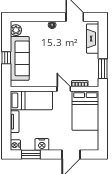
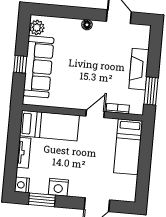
fireplace: (93, 39) -> (139, 69), moved
door: (64, 89) -> (95, 114), hinge flipped
bed: (85, 111) -> (128, 147), width x0.67

